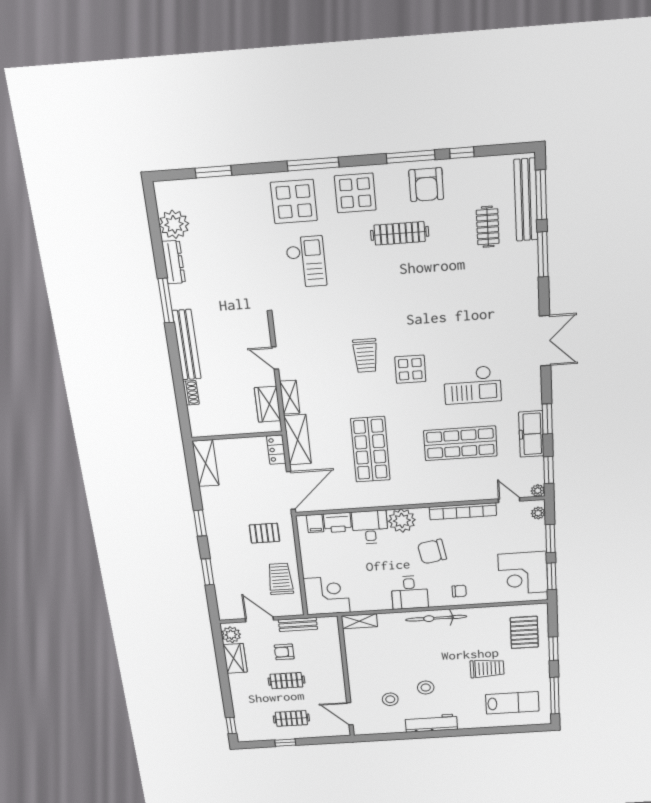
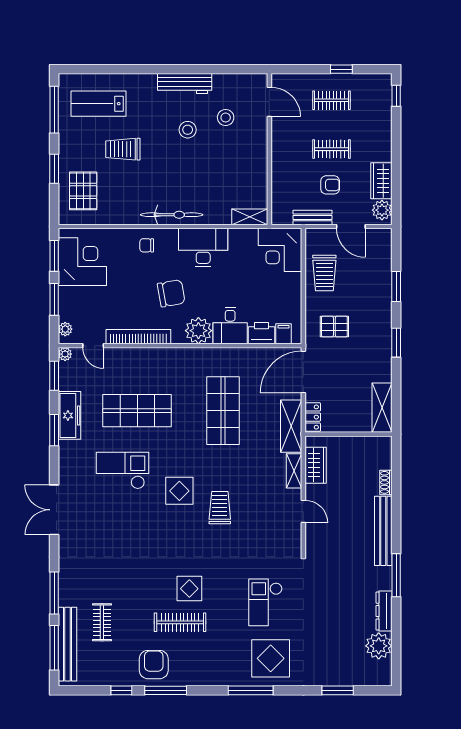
display table: (355, 193) -> (189, 589), moved, width x0.73, depth x0.73
desk: (410, 592) -> (203, 247), width x1.37

